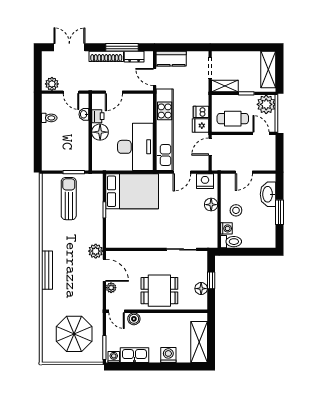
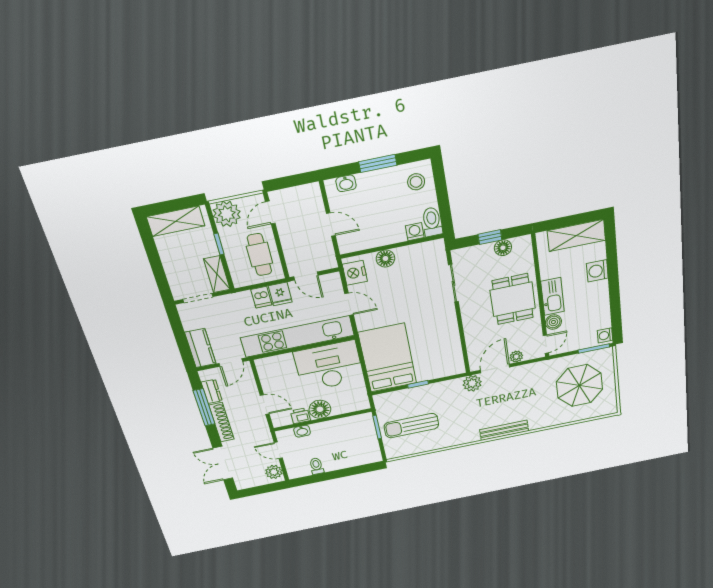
door: (71, 92) -> (278, 450), swing flipped
washbasin: (268, 194) -> (346, 183), width x0.52, depth x0.69
stool: (236, 210) -> (416, 182), moved
kitchen sink: (134, 355) -> (553, 296), moved, turned 180

